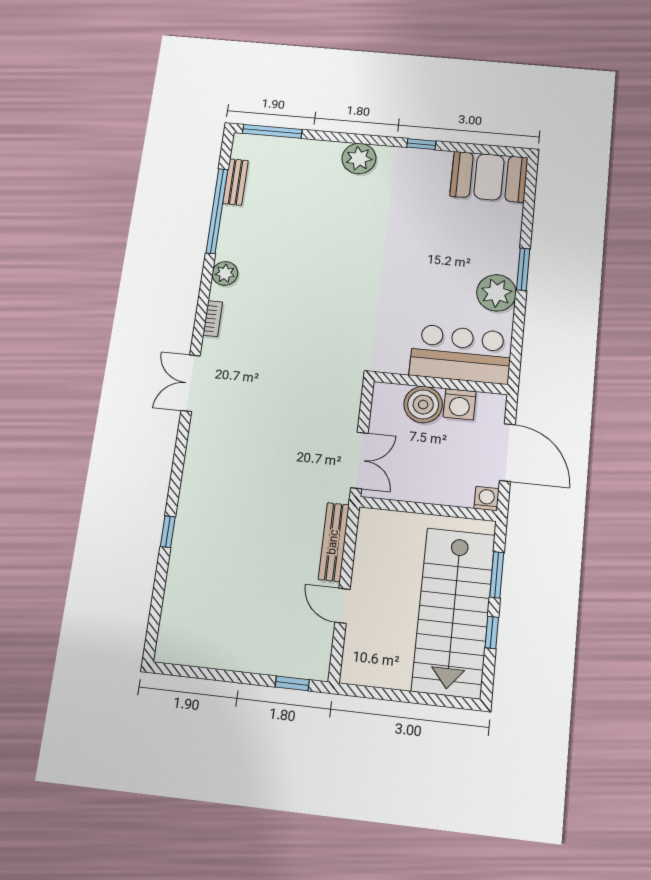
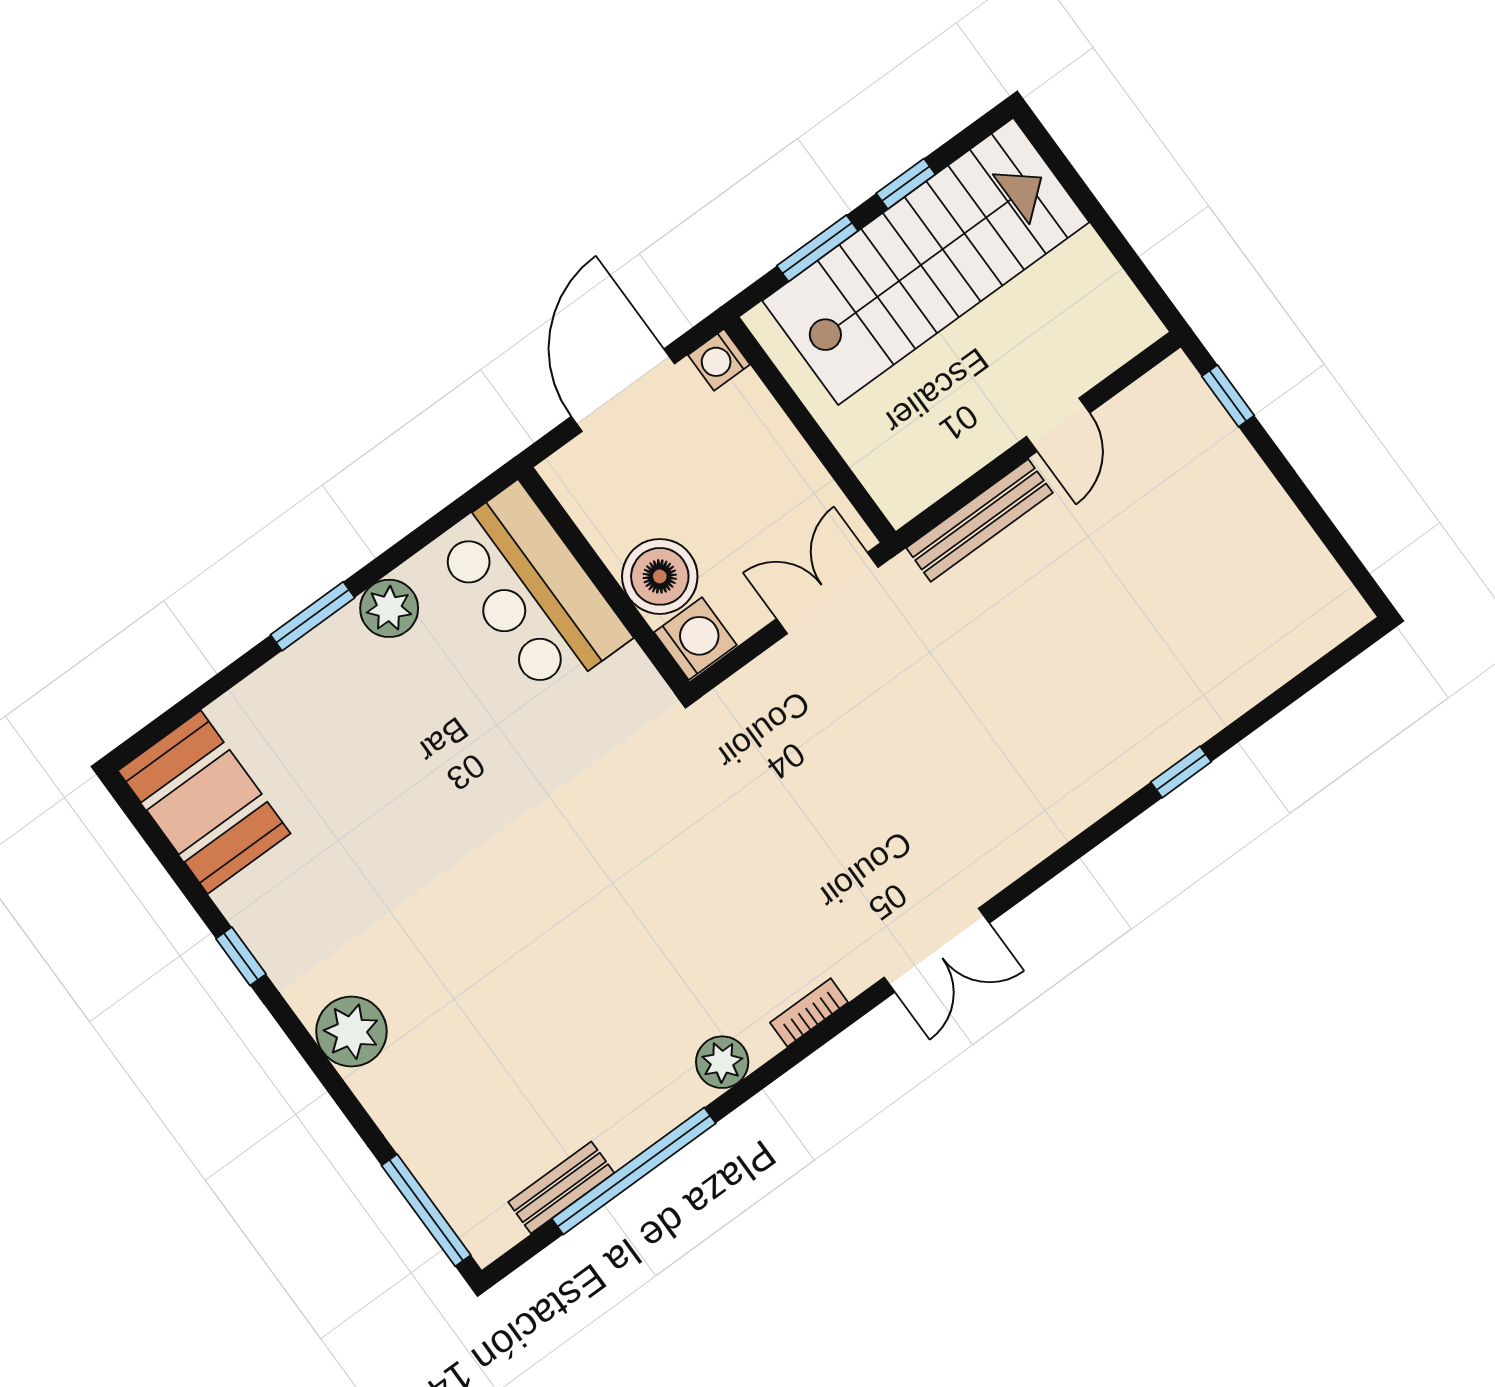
plant: (496, 293) -> (389, 608), width x0.73, depth x0.73
washing machine: (460, 404) -> (695, 639), moved

